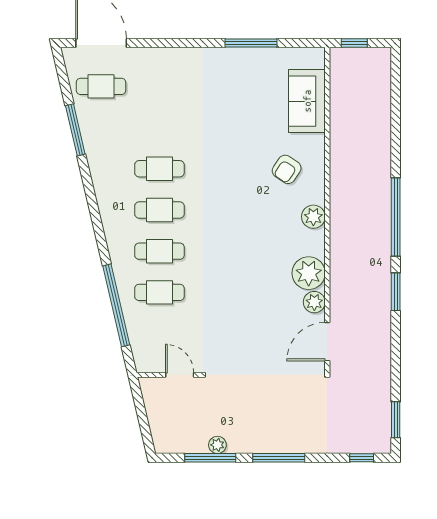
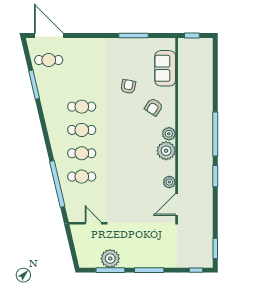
armchair: (242, 133) -> (128, 87), added
plant: (309, 273) -> (166, 151), moved
plant: (217, 445) -> (110, 259), width x1.88, depth x1.88

